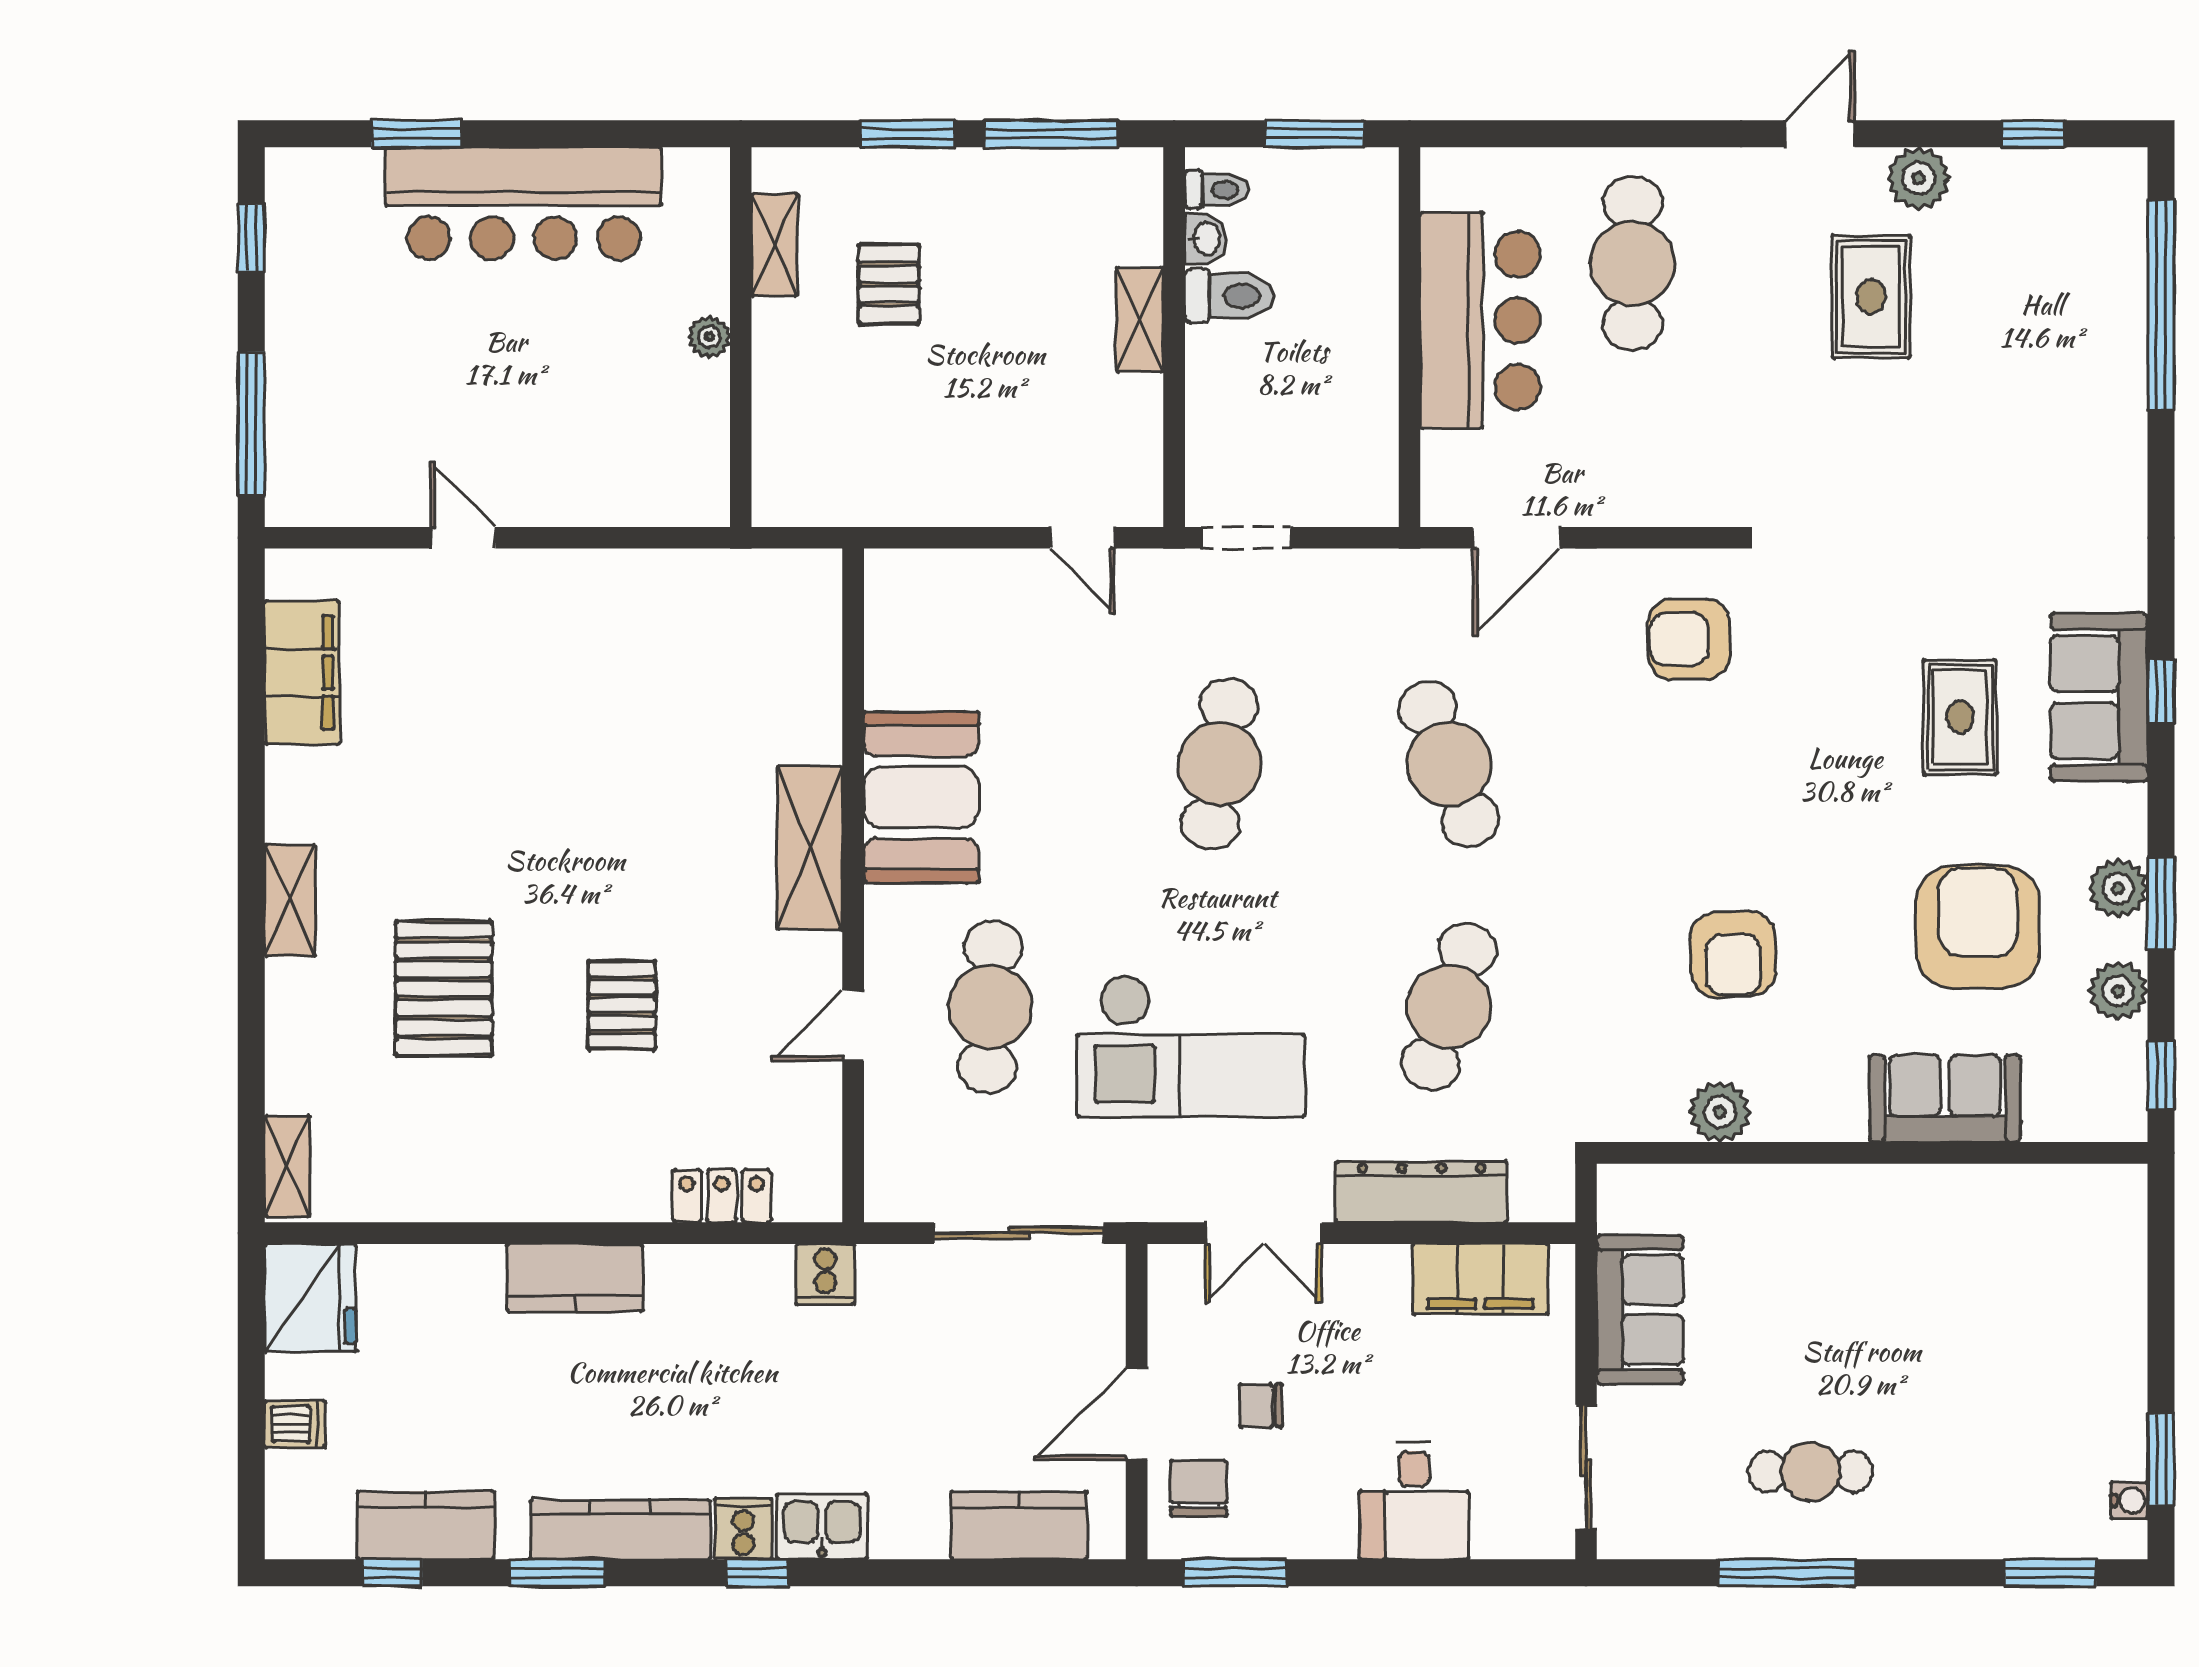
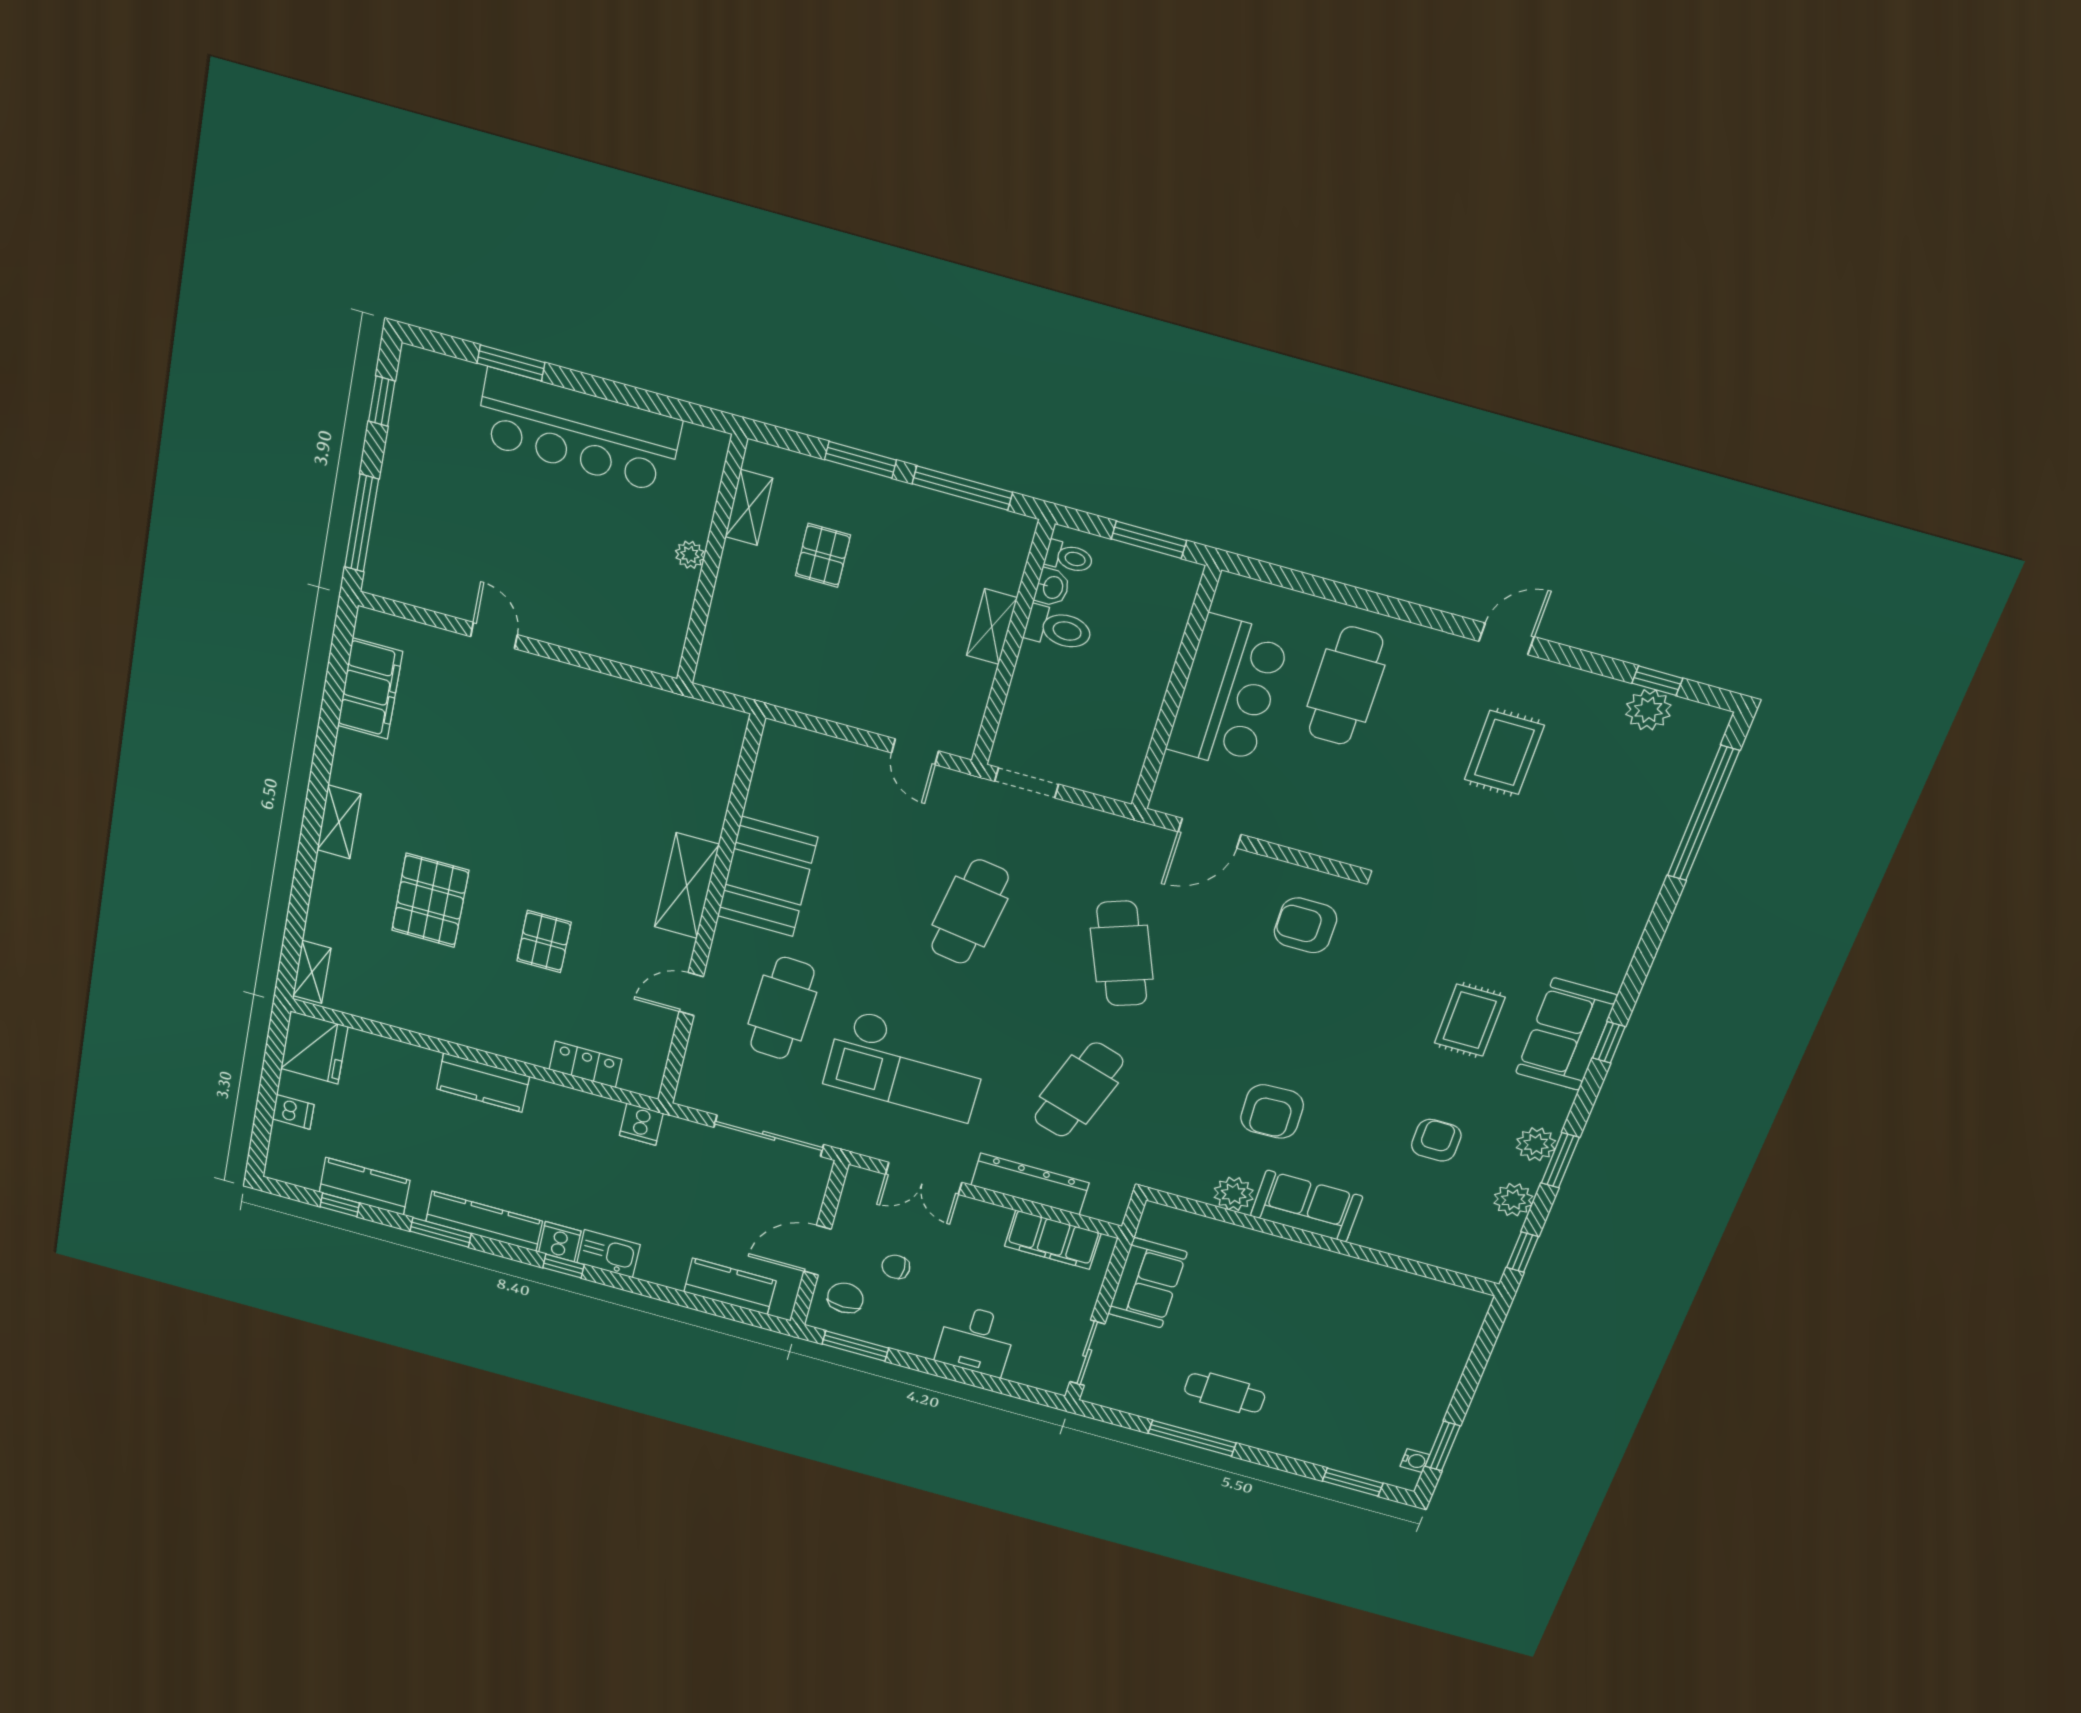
plant: (1918, 178) -> (1648, 710), moved
armchair: (1978, 927) -> (1436, 1140), width x0.53, depth x0.53
sofa: (1945, 1099) -> (1307, 1206), moved

